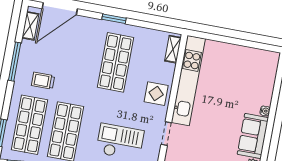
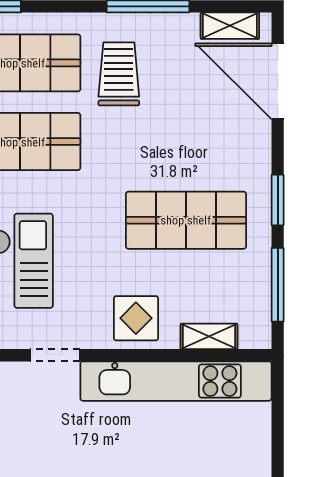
window: (153, 26) -> (278, 285), added
shelving: (173, 49) -> (209, 336), moved
trolley: (43, 81) -> (119, 74), width x1.36, depth x1.39

